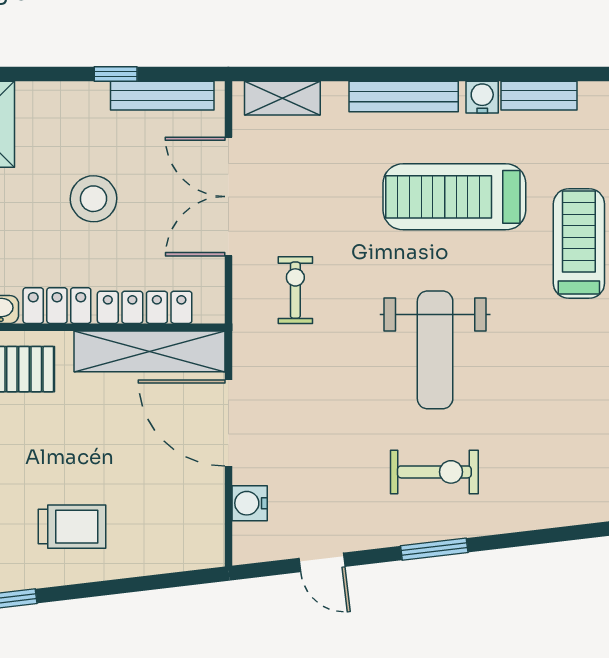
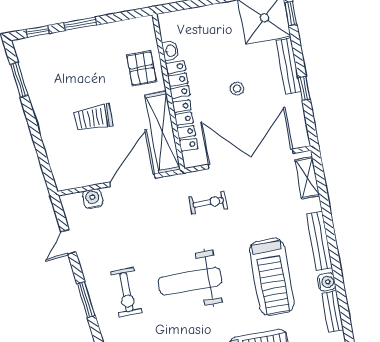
bench: (162, 96) -> (288, 66), moved
double door: (228, 197) -> (251, 159), width x1.36
treadmill: (454, 197) -> (272, 277), turned 180
stool: (93, 199) -> (237, 89), width x0.53, depth x0.53
trolley: (72, 527) -> (93, 118), moved, turned 90

